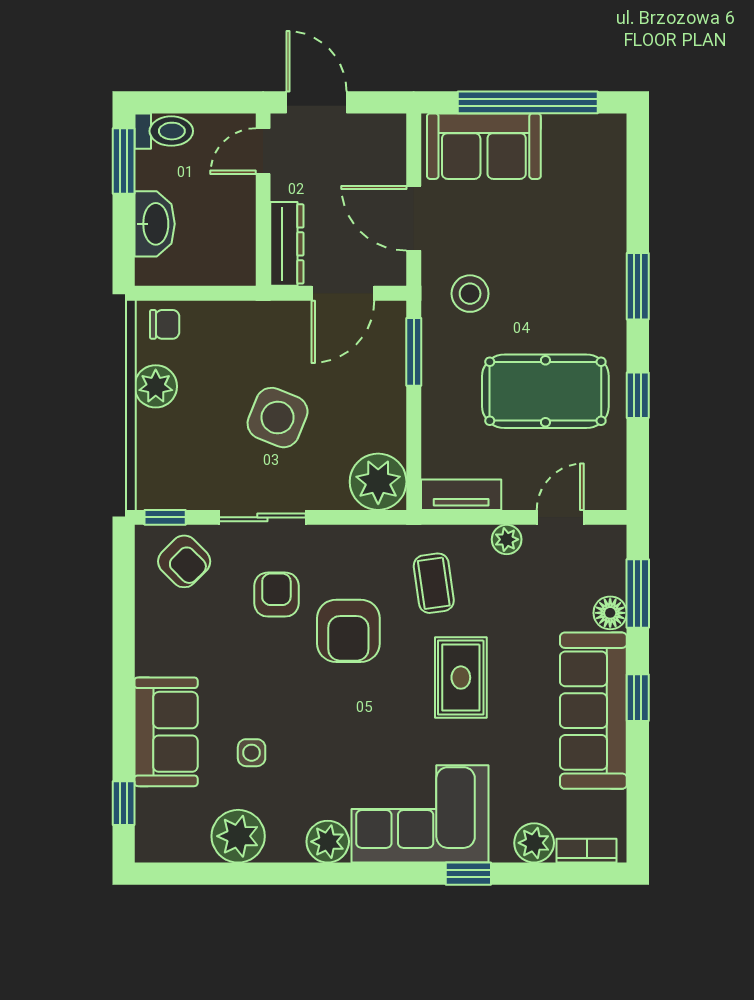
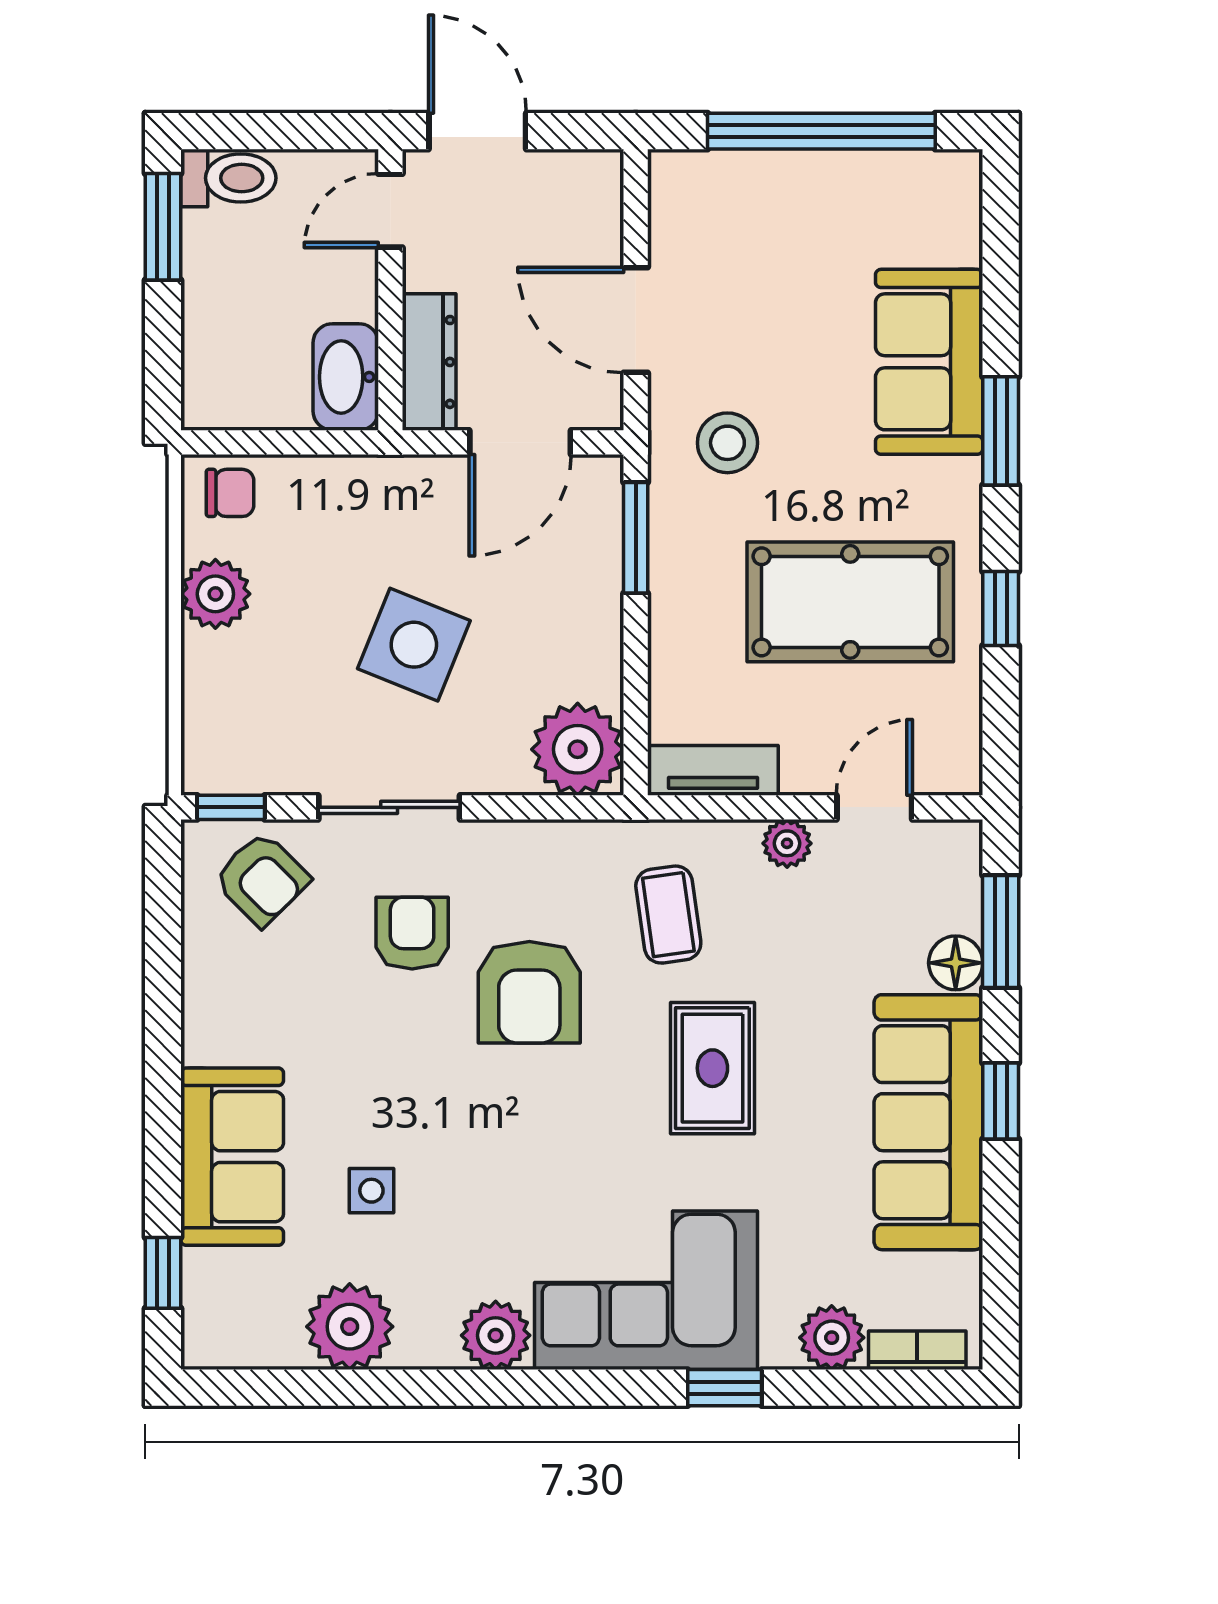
sofa: (484, 146) -> (929, 362), moved, turned 90
washbasin: (155, 224) -> (346, 377), moved, turned 180

